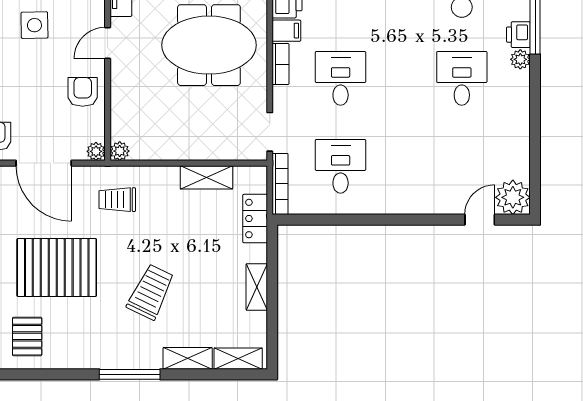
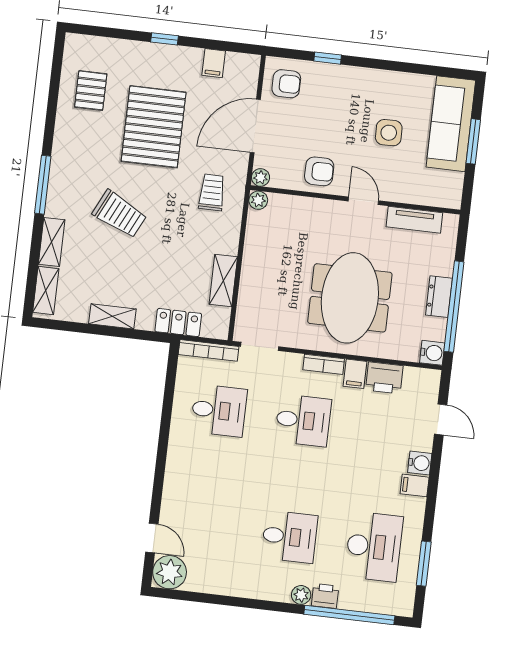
pallet: (27, 336) -> (91, 90), turned 90

